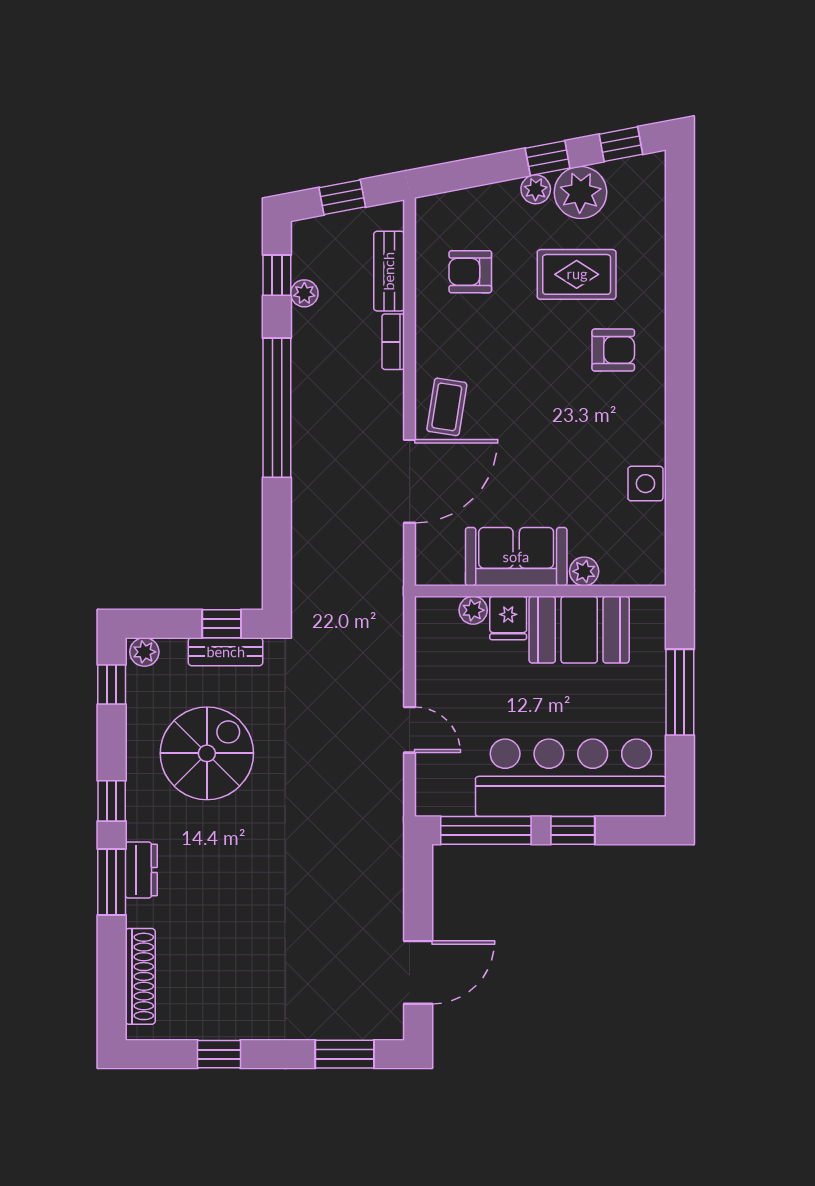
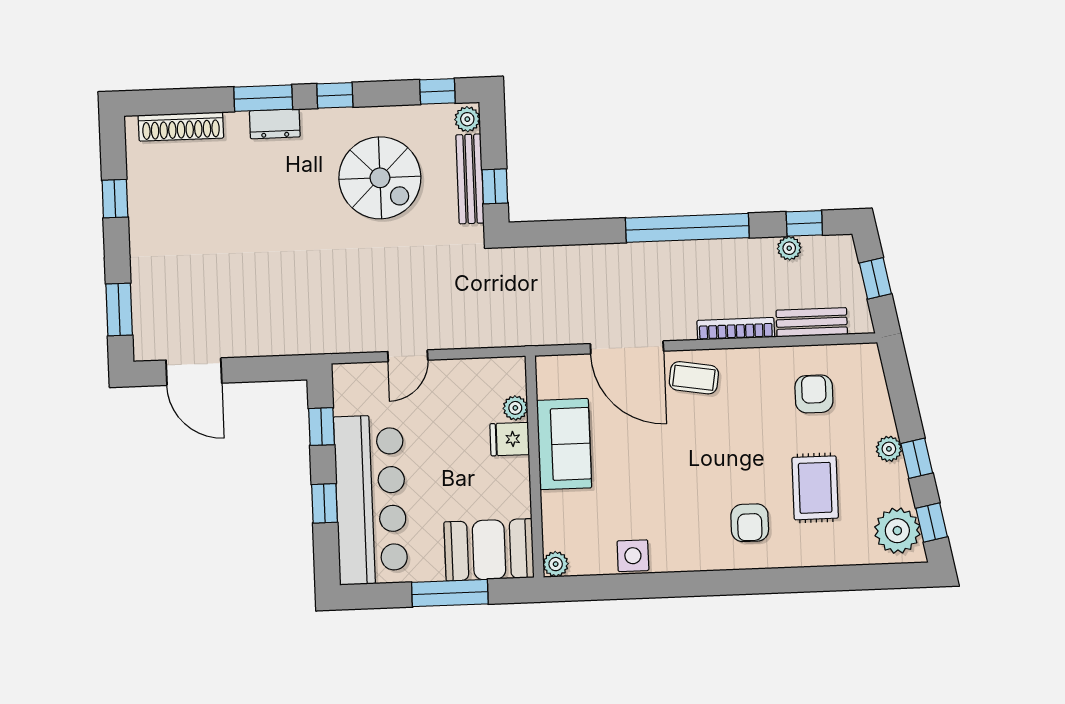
plant: (581, 192) -> (897, 531), moved
bookcase: (393, 342) -> (736, 329), width x1.56
plant: (584, 571) -> (556, 564), moved
booth: (579, 630) -> (489, 550), moved, turned 90
bench: (226, 652) -> (470, 179), width x1.36
window: (486, 830) -> (321, 427), width x0.46

